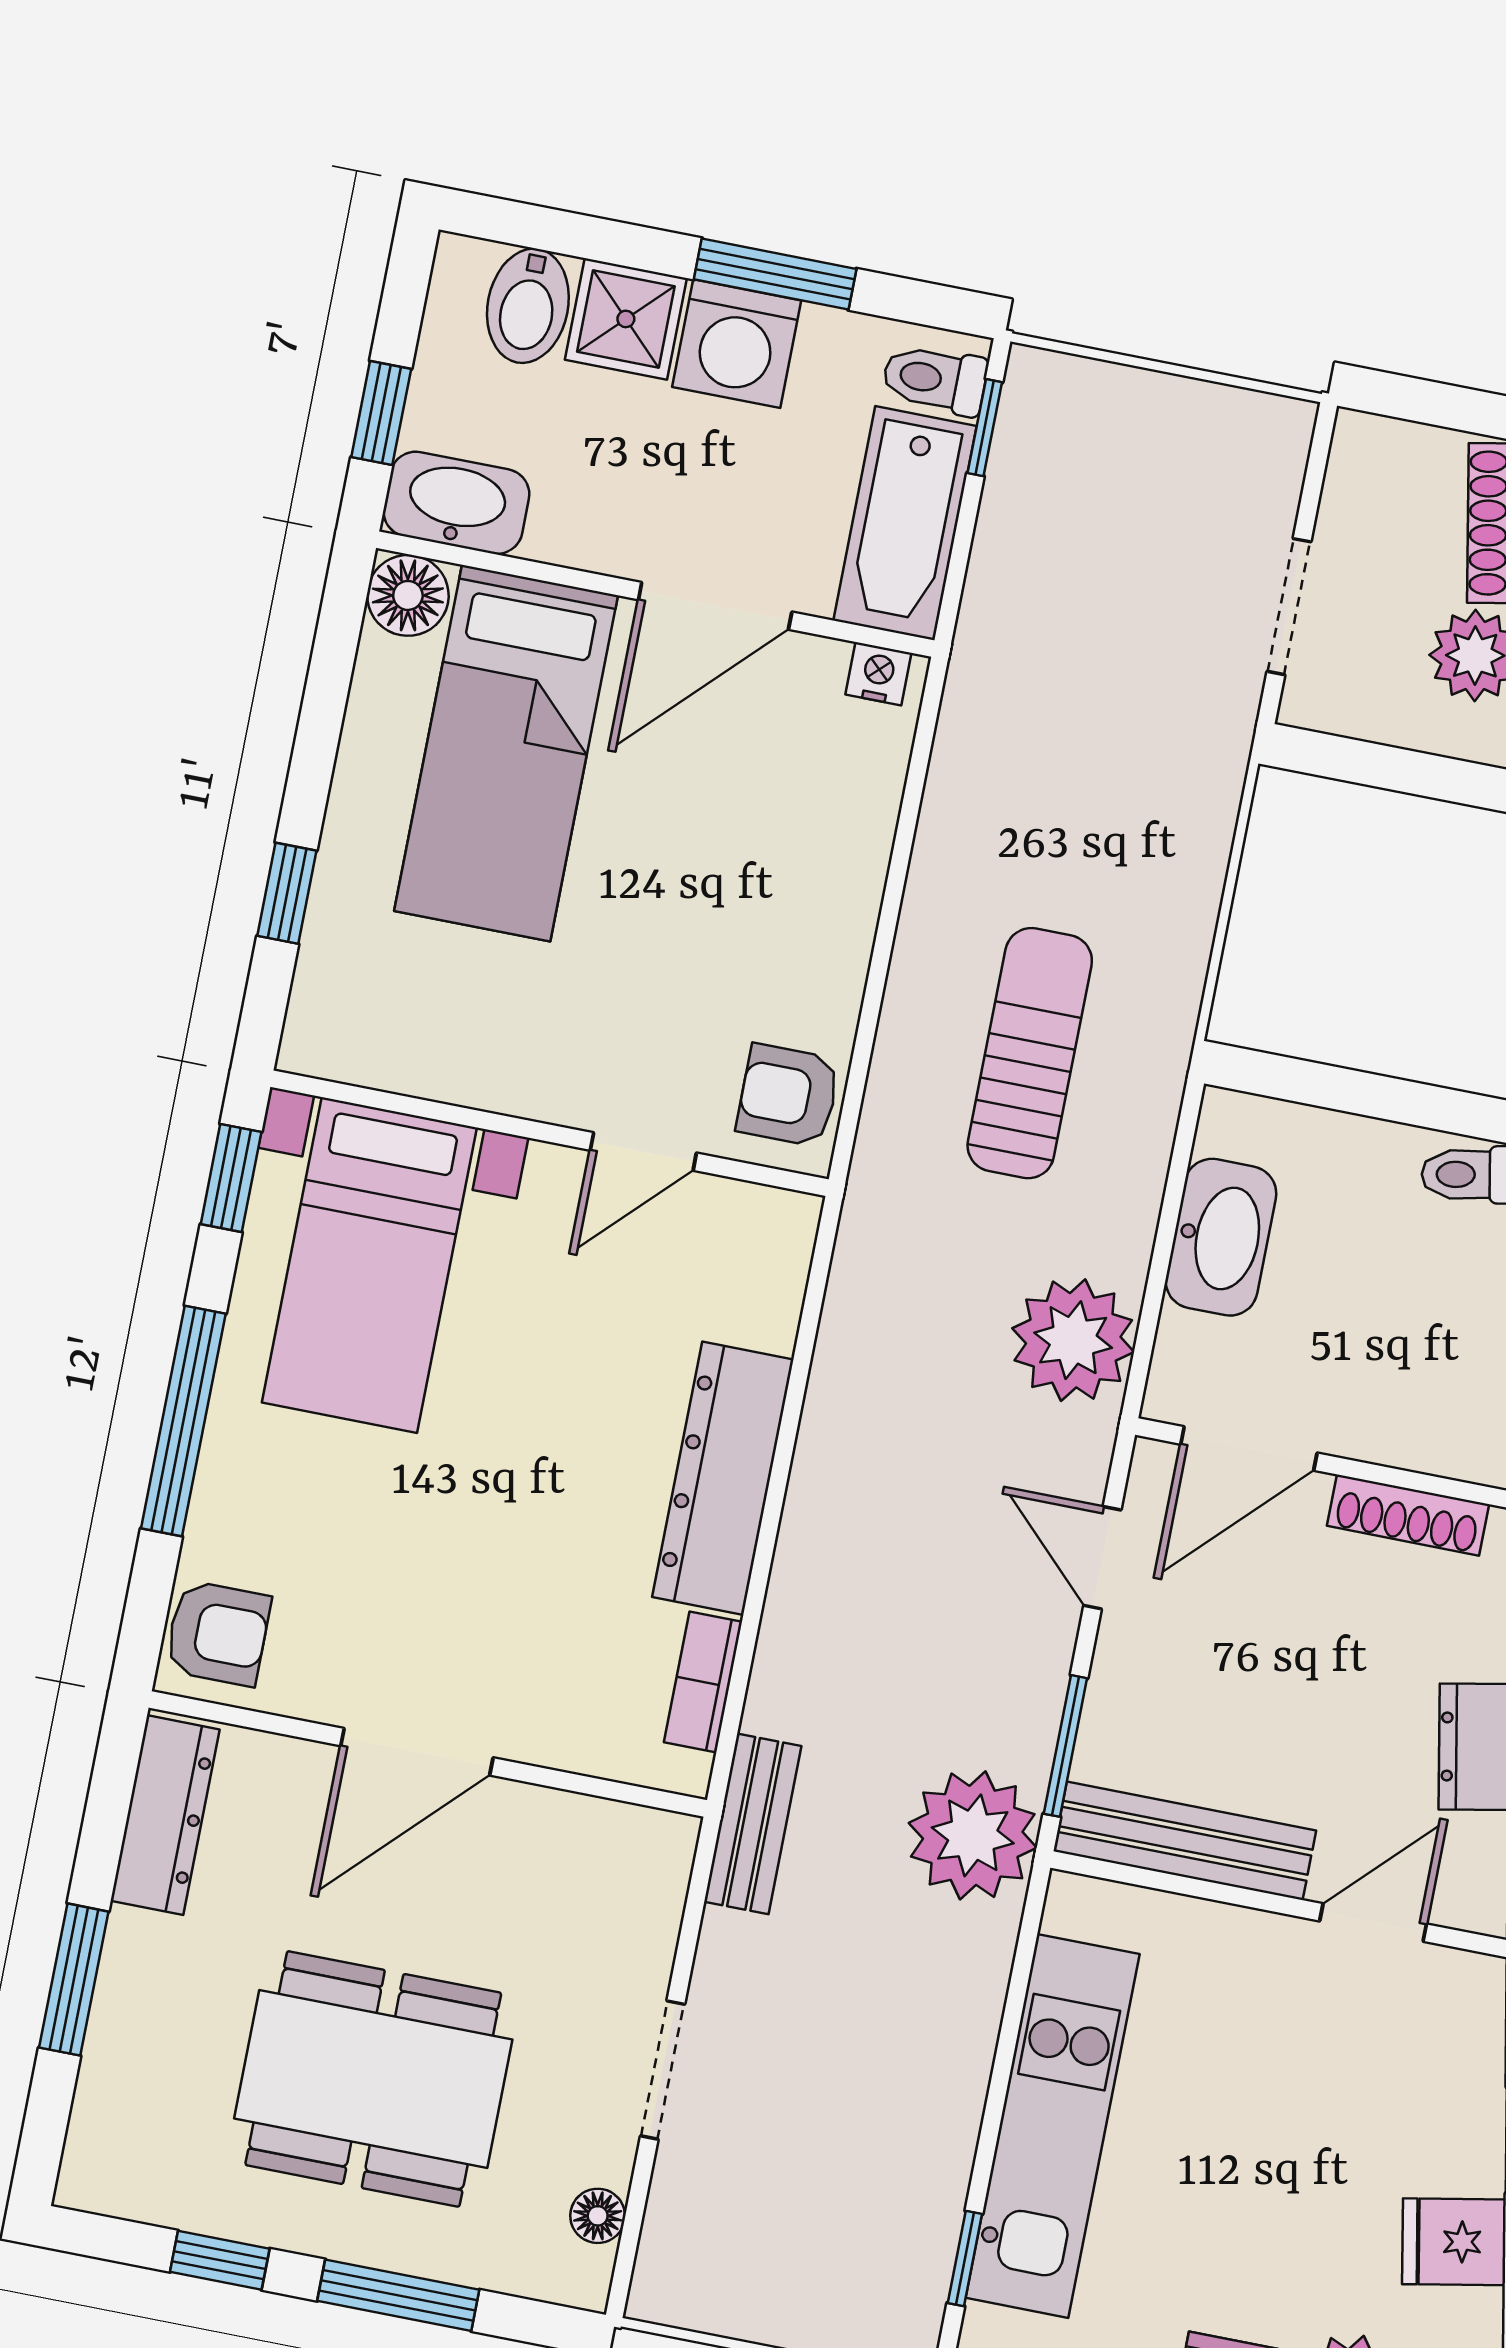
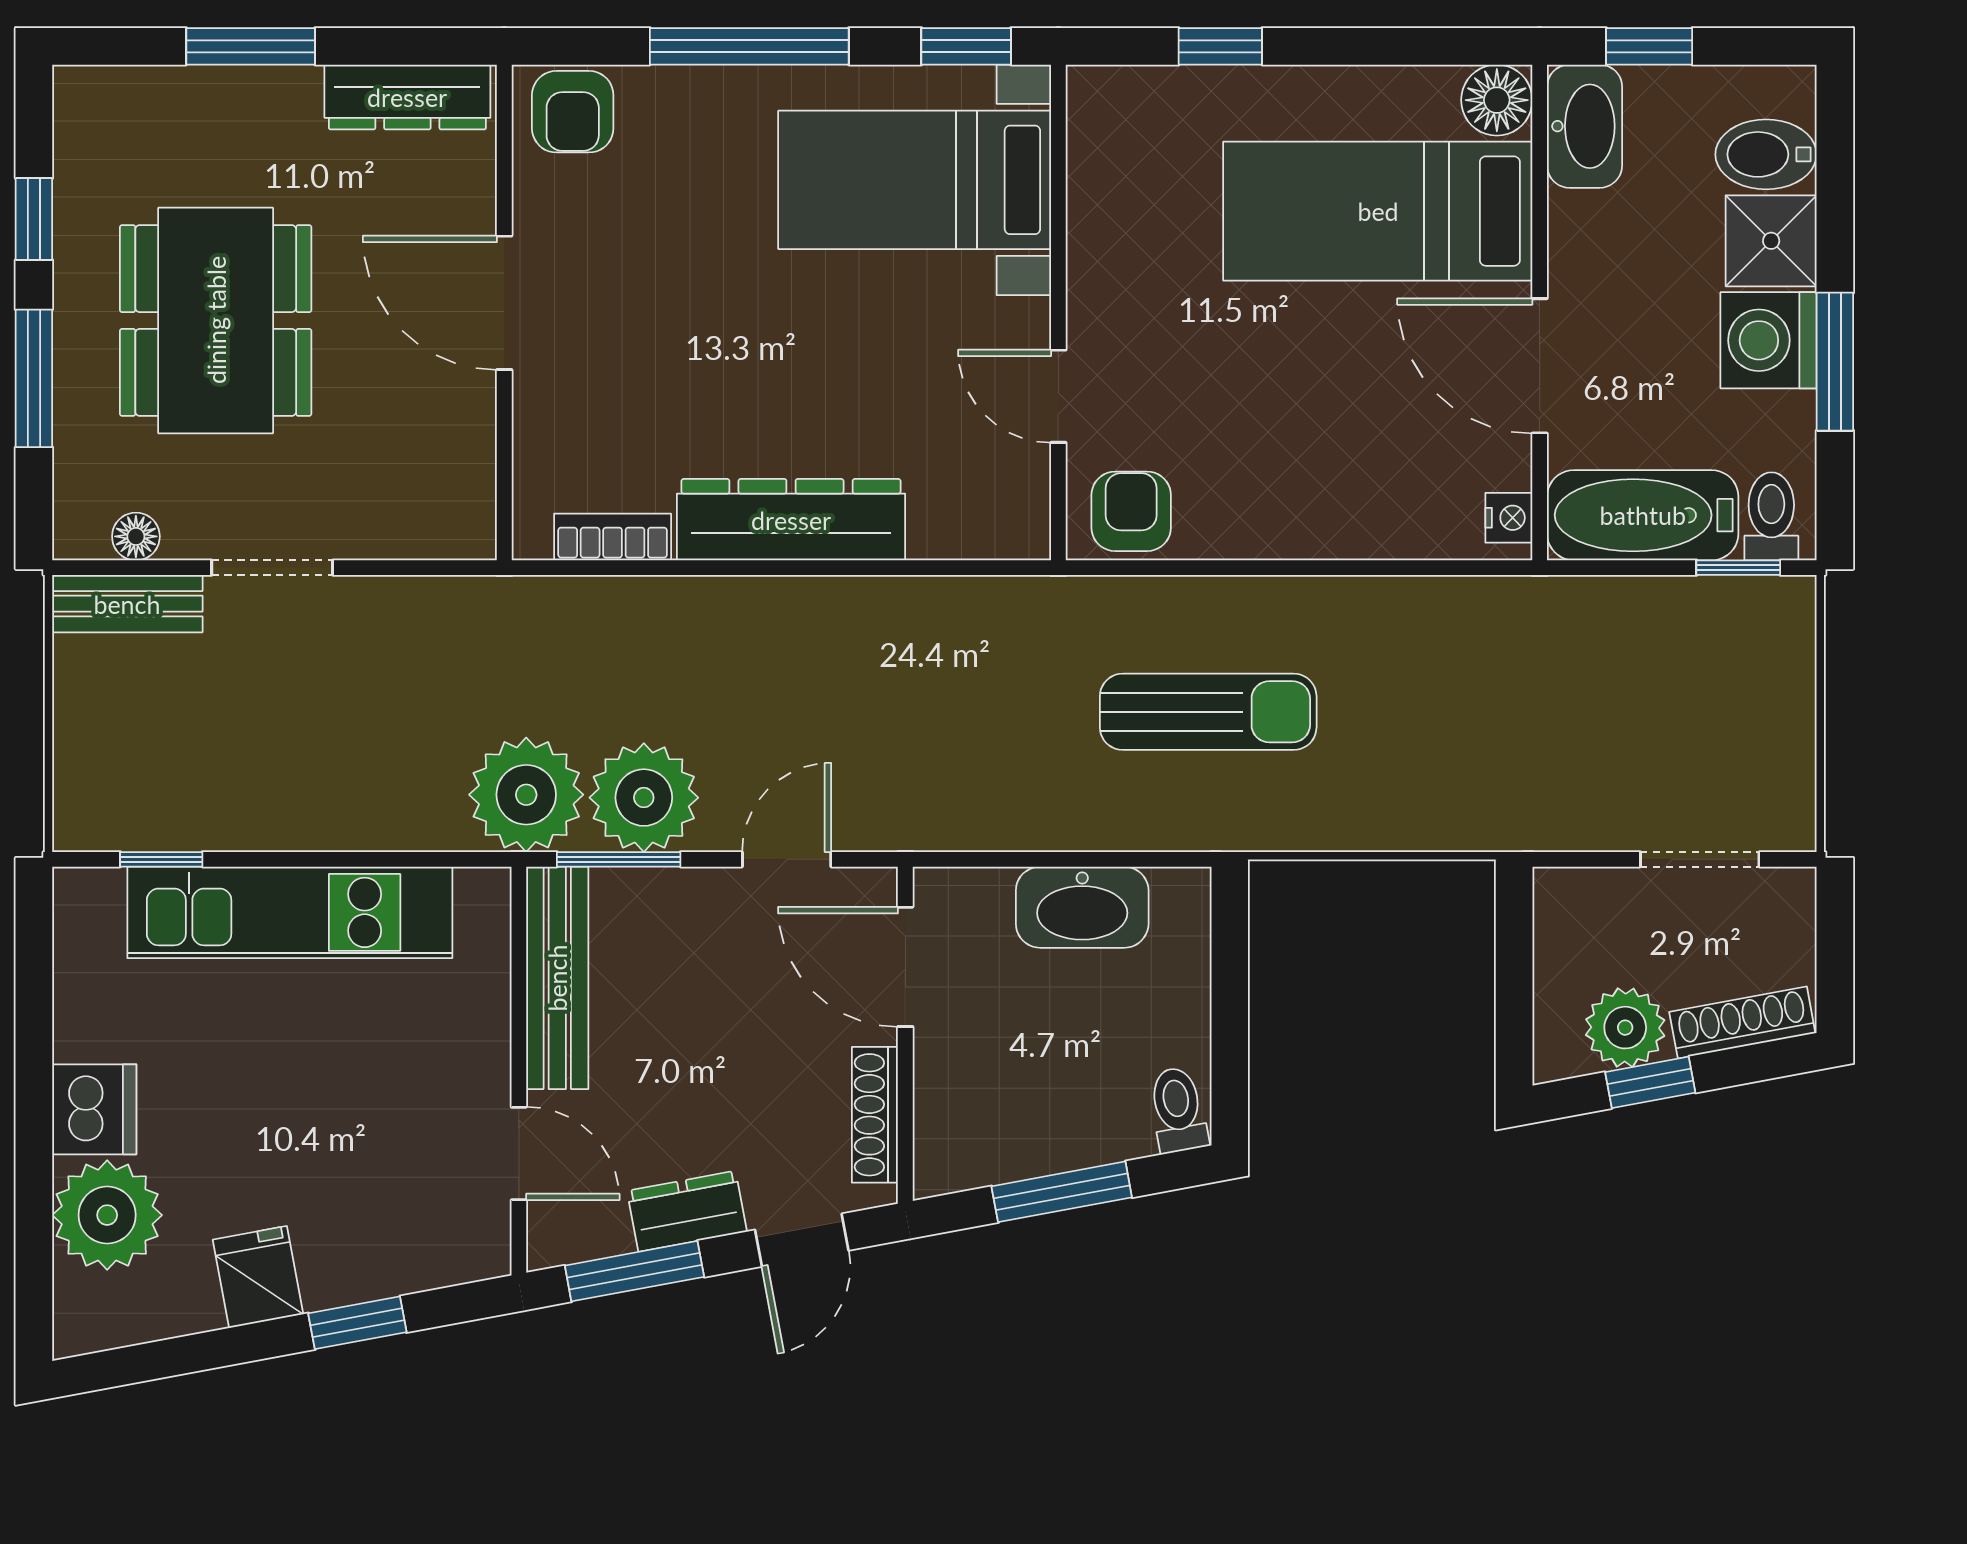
doorway: (1289, 607) -> (1700, 859), moved
plant: (1073, 1340) -> (644, 798), moved
bench: (753, 1824) -> (127, 604), moved

